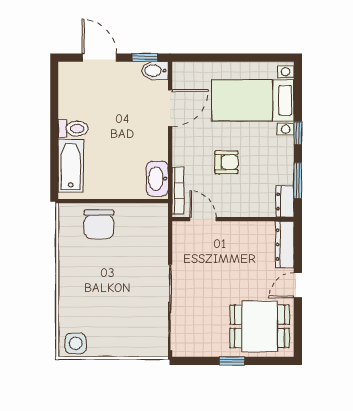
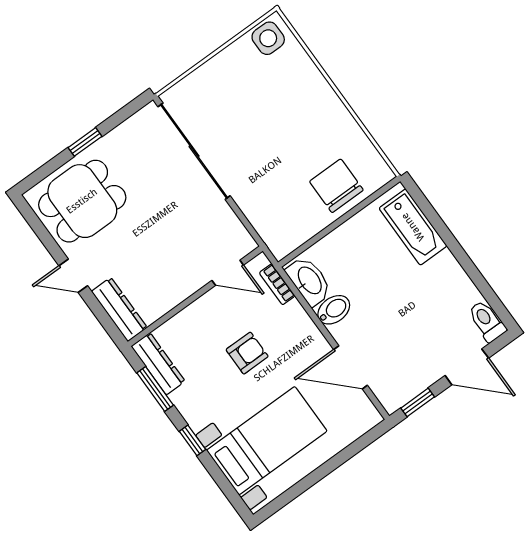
bidet: (155, 71) -> (334, 310), moved
door: (170, 108) -> (351, 367), hinge flipped
toilet: (73, 129) -> (487, 321), moved, turned 90
armchair: (226, 162) -> (247, 353), turned 180
bookcase: (178, 191) -> (277, 284), width x0.64
dresser: (285, 202) -> (158, 364), width x1.44
door: (298, 285) -> (73, 276), swing flipped

